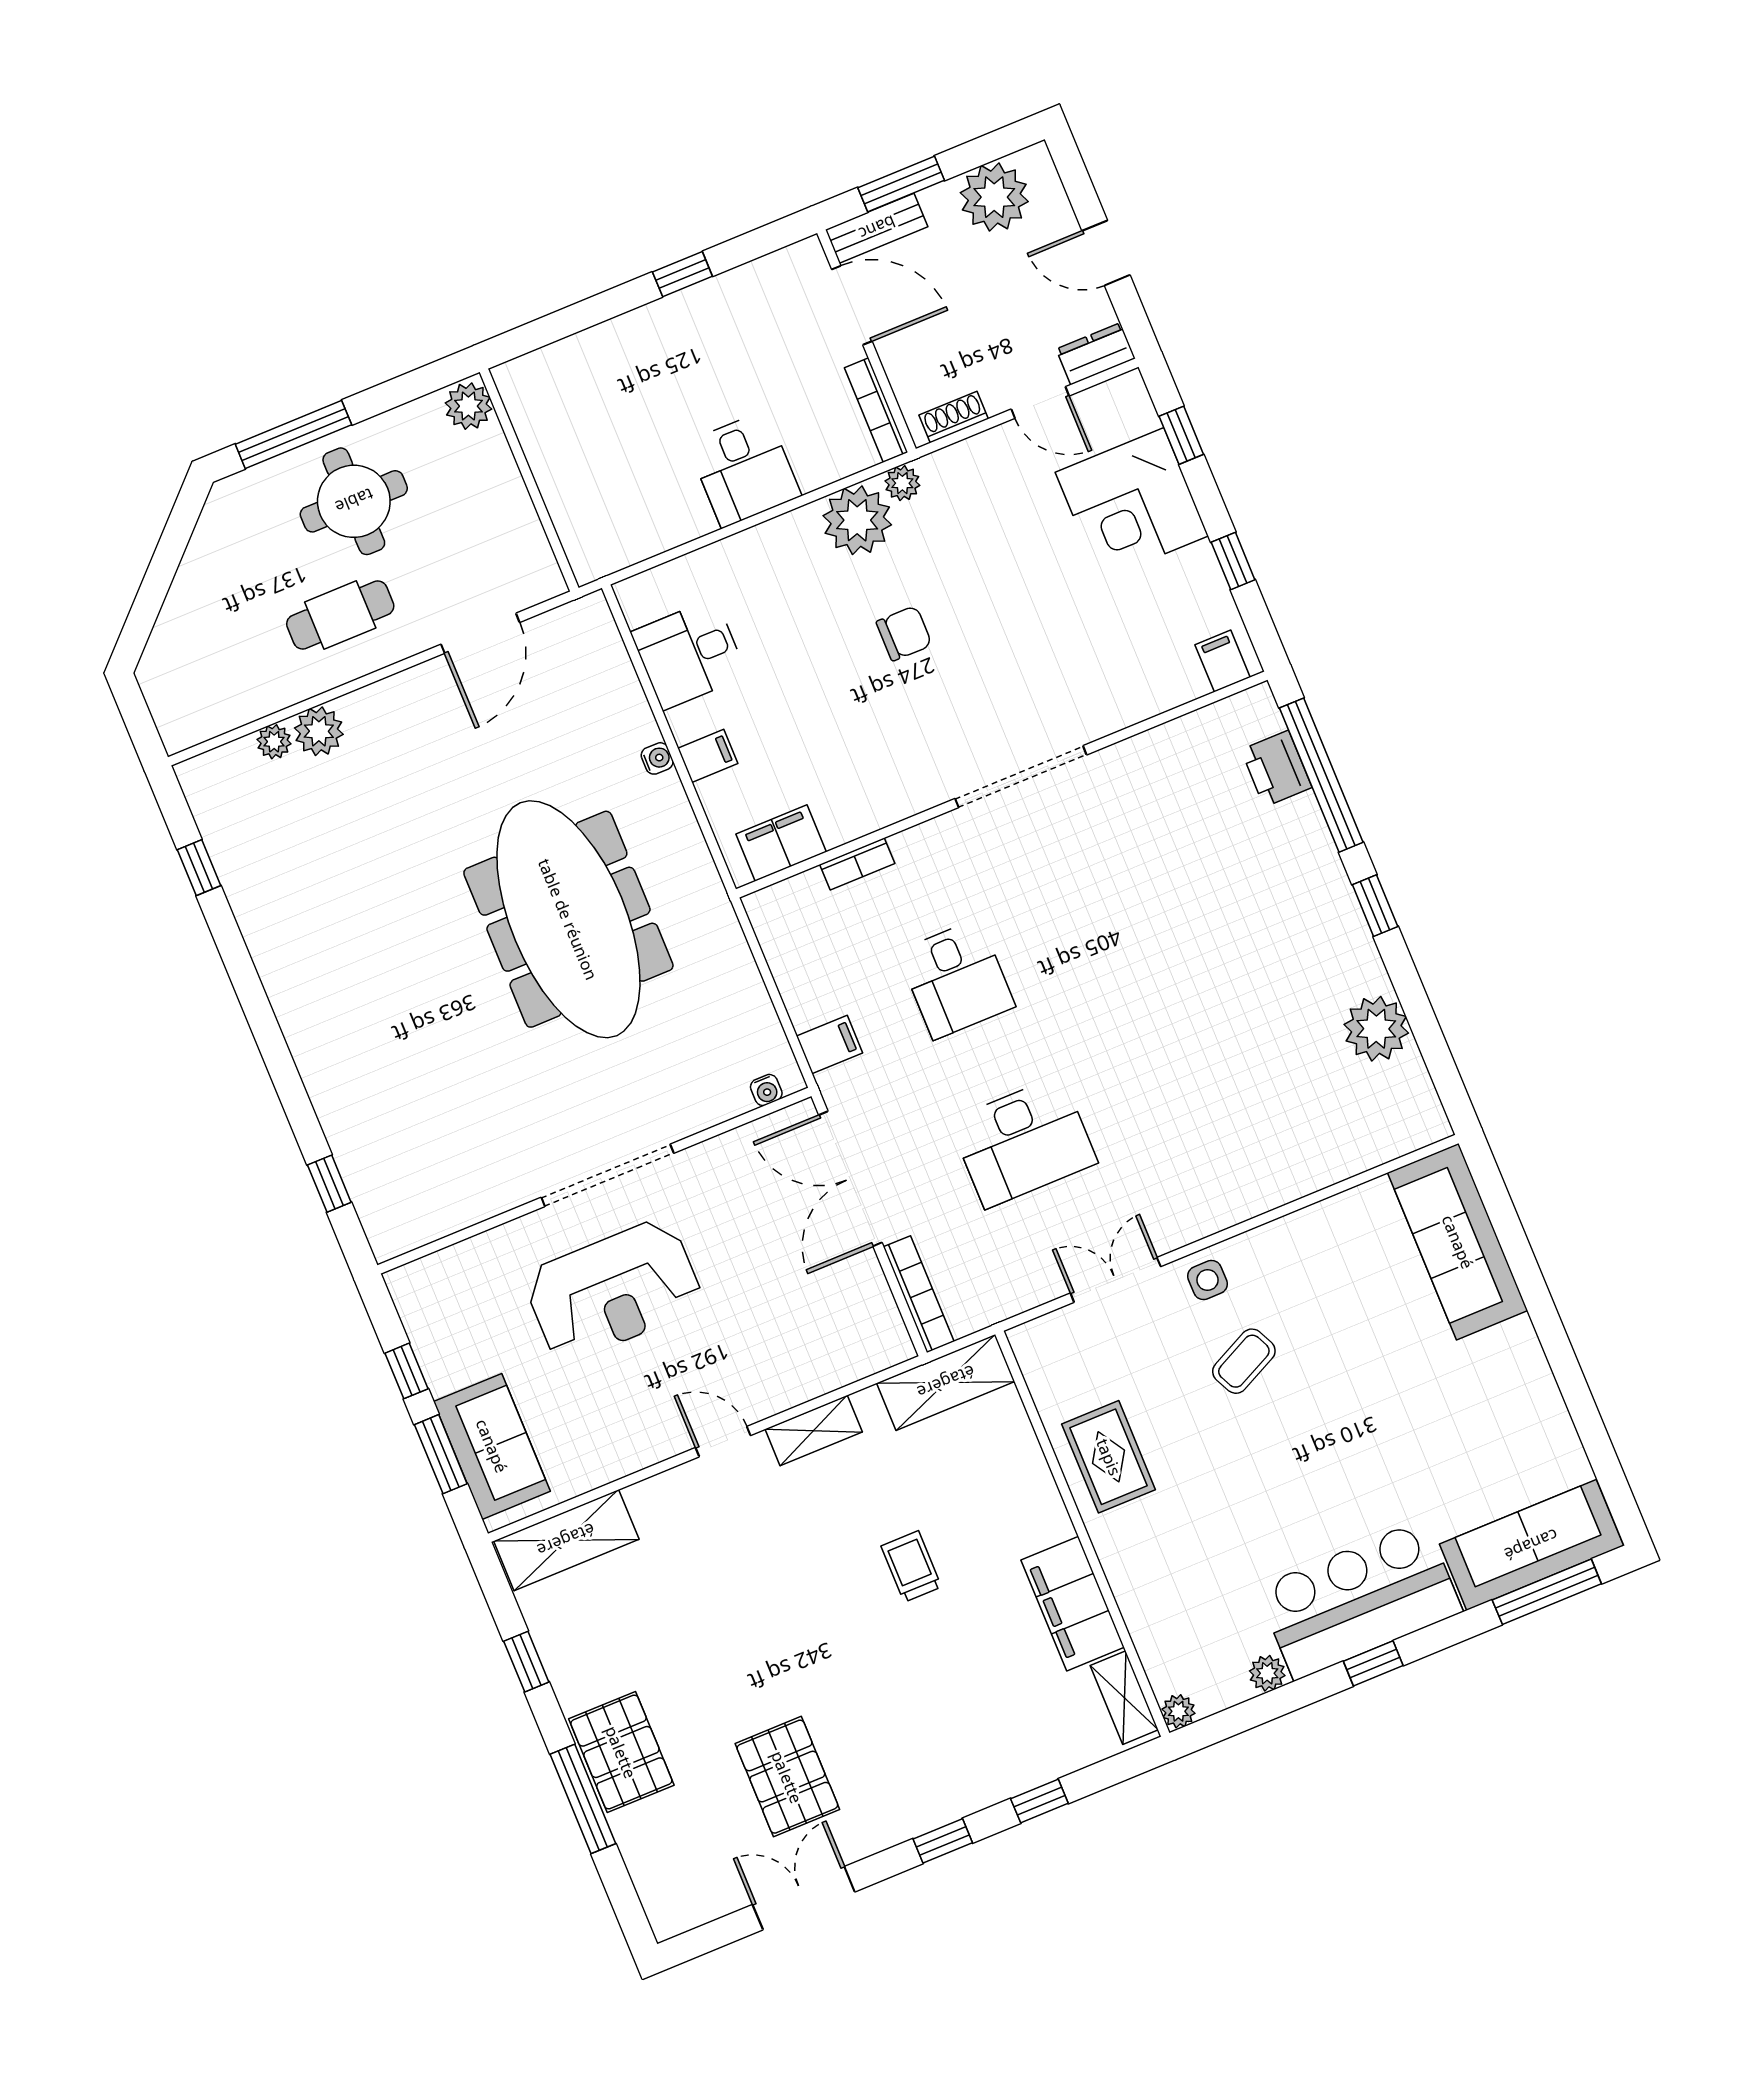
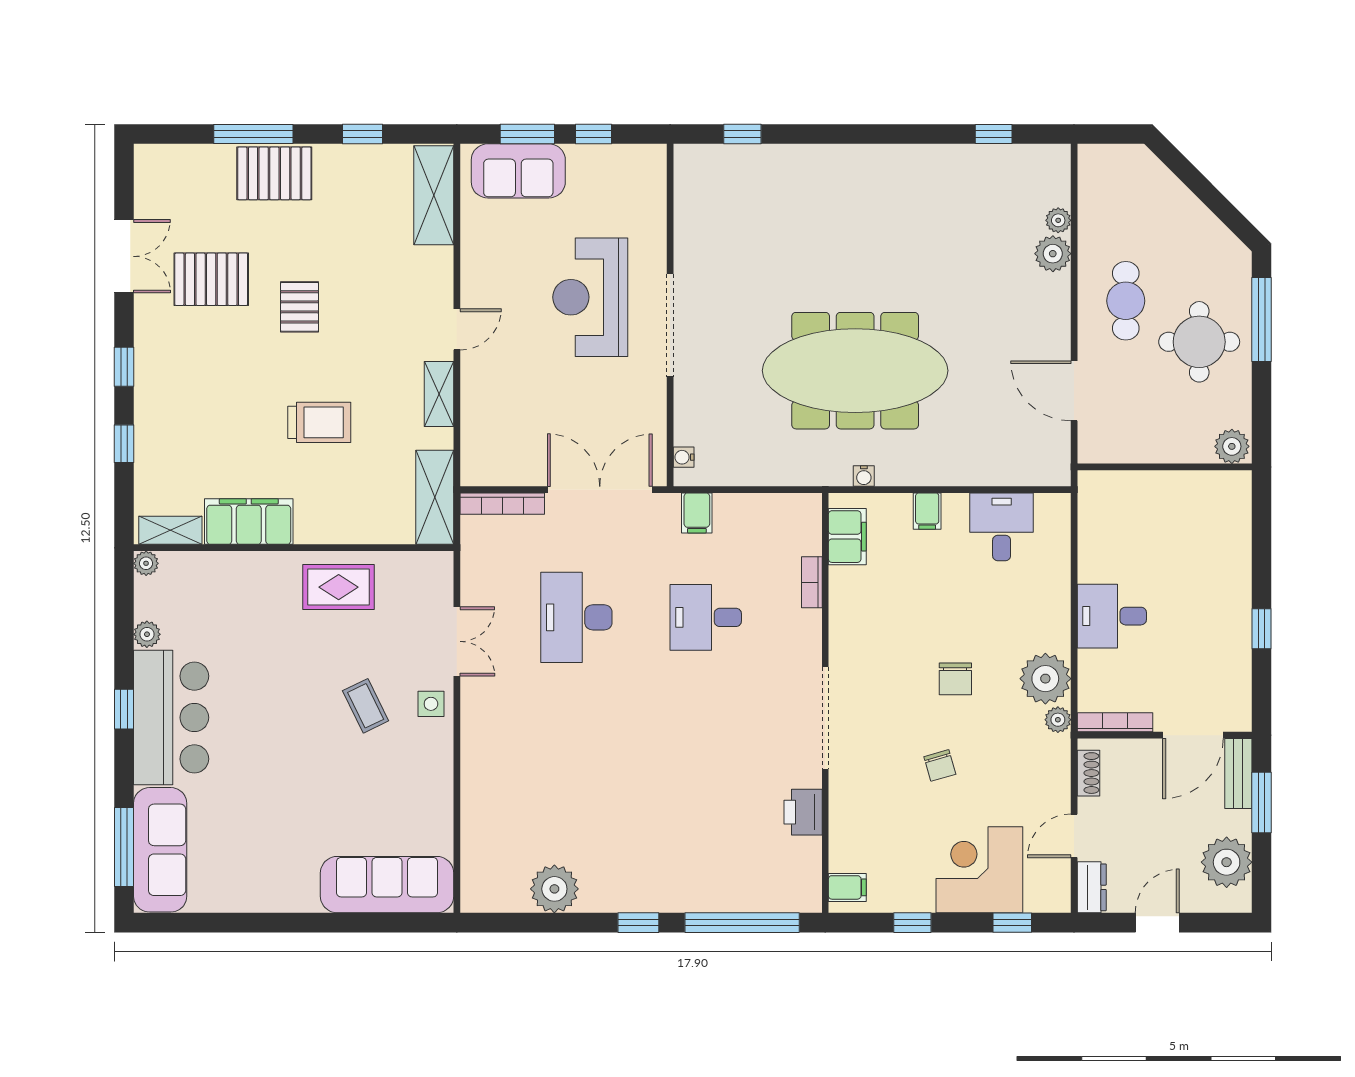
chair: (1021, 608) -> (940, 765), added
water cooler: (657, 758) -> (864, 476), moved
printer: (1276, 769) -> (803, 812), moved, turned -90
trolley: (911, 1566) -> (319, 422), width x1.36, depth x1.39
pallet: (776, 1651) -> (300, 307), added

